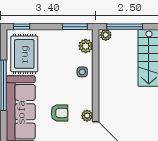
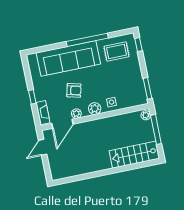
plant: (86, 46) -> (95, 109), moved
rug: (24, 54) -> (117, 51), width x0.73, depth x0.70
armchair: (60, 113) -> (74, 90), turned -76

